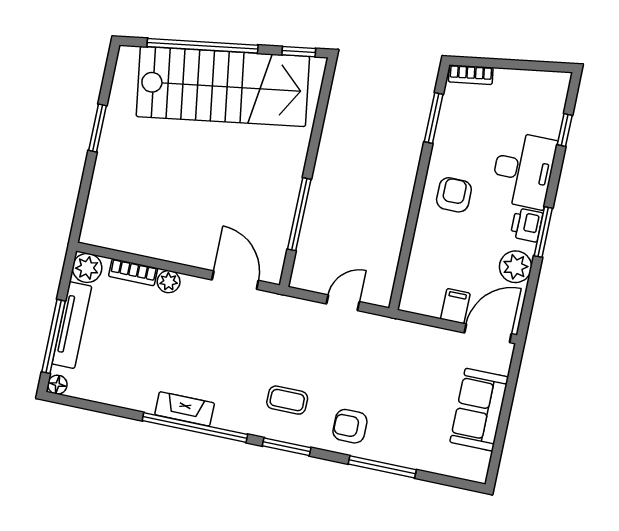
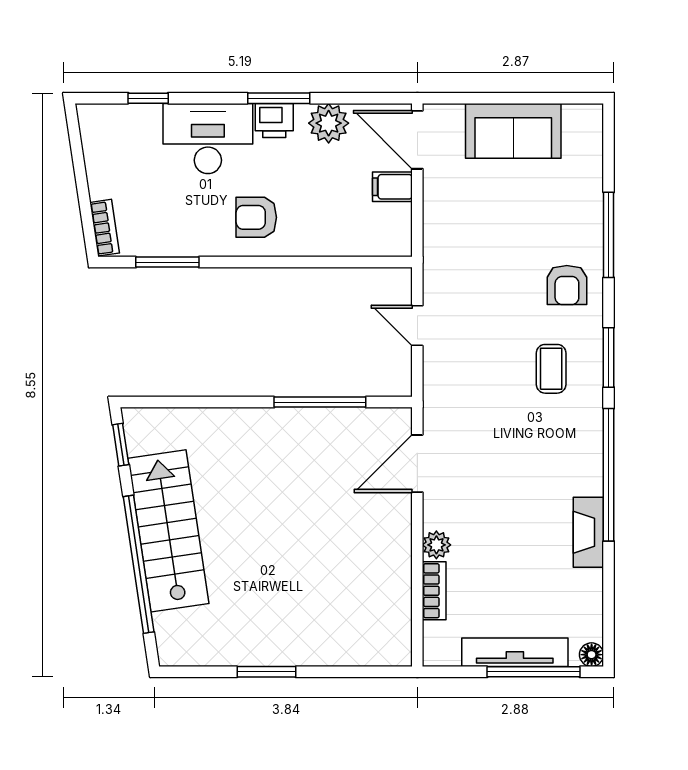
stairs: (223, 86) -> (168, 531), width x0.73, depth x0.66
plant: (87, 268) -> (441, 648), removed
fireplace: (185, 409) -> (588, 532), moved

